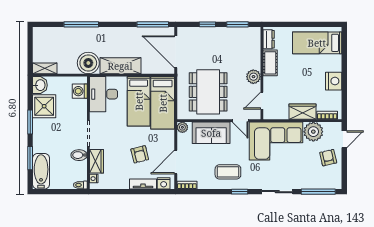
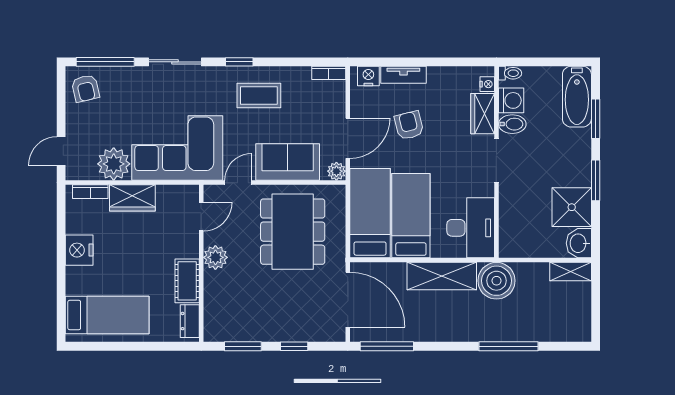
washing machine: (80, 91) -> (511, 100), moved
door: (240, 121) -> (238, 183), hinge flipped
armchair: (328, 158) -> (85, 88), moved
door: (176, 162) -> (348, 138), moved

